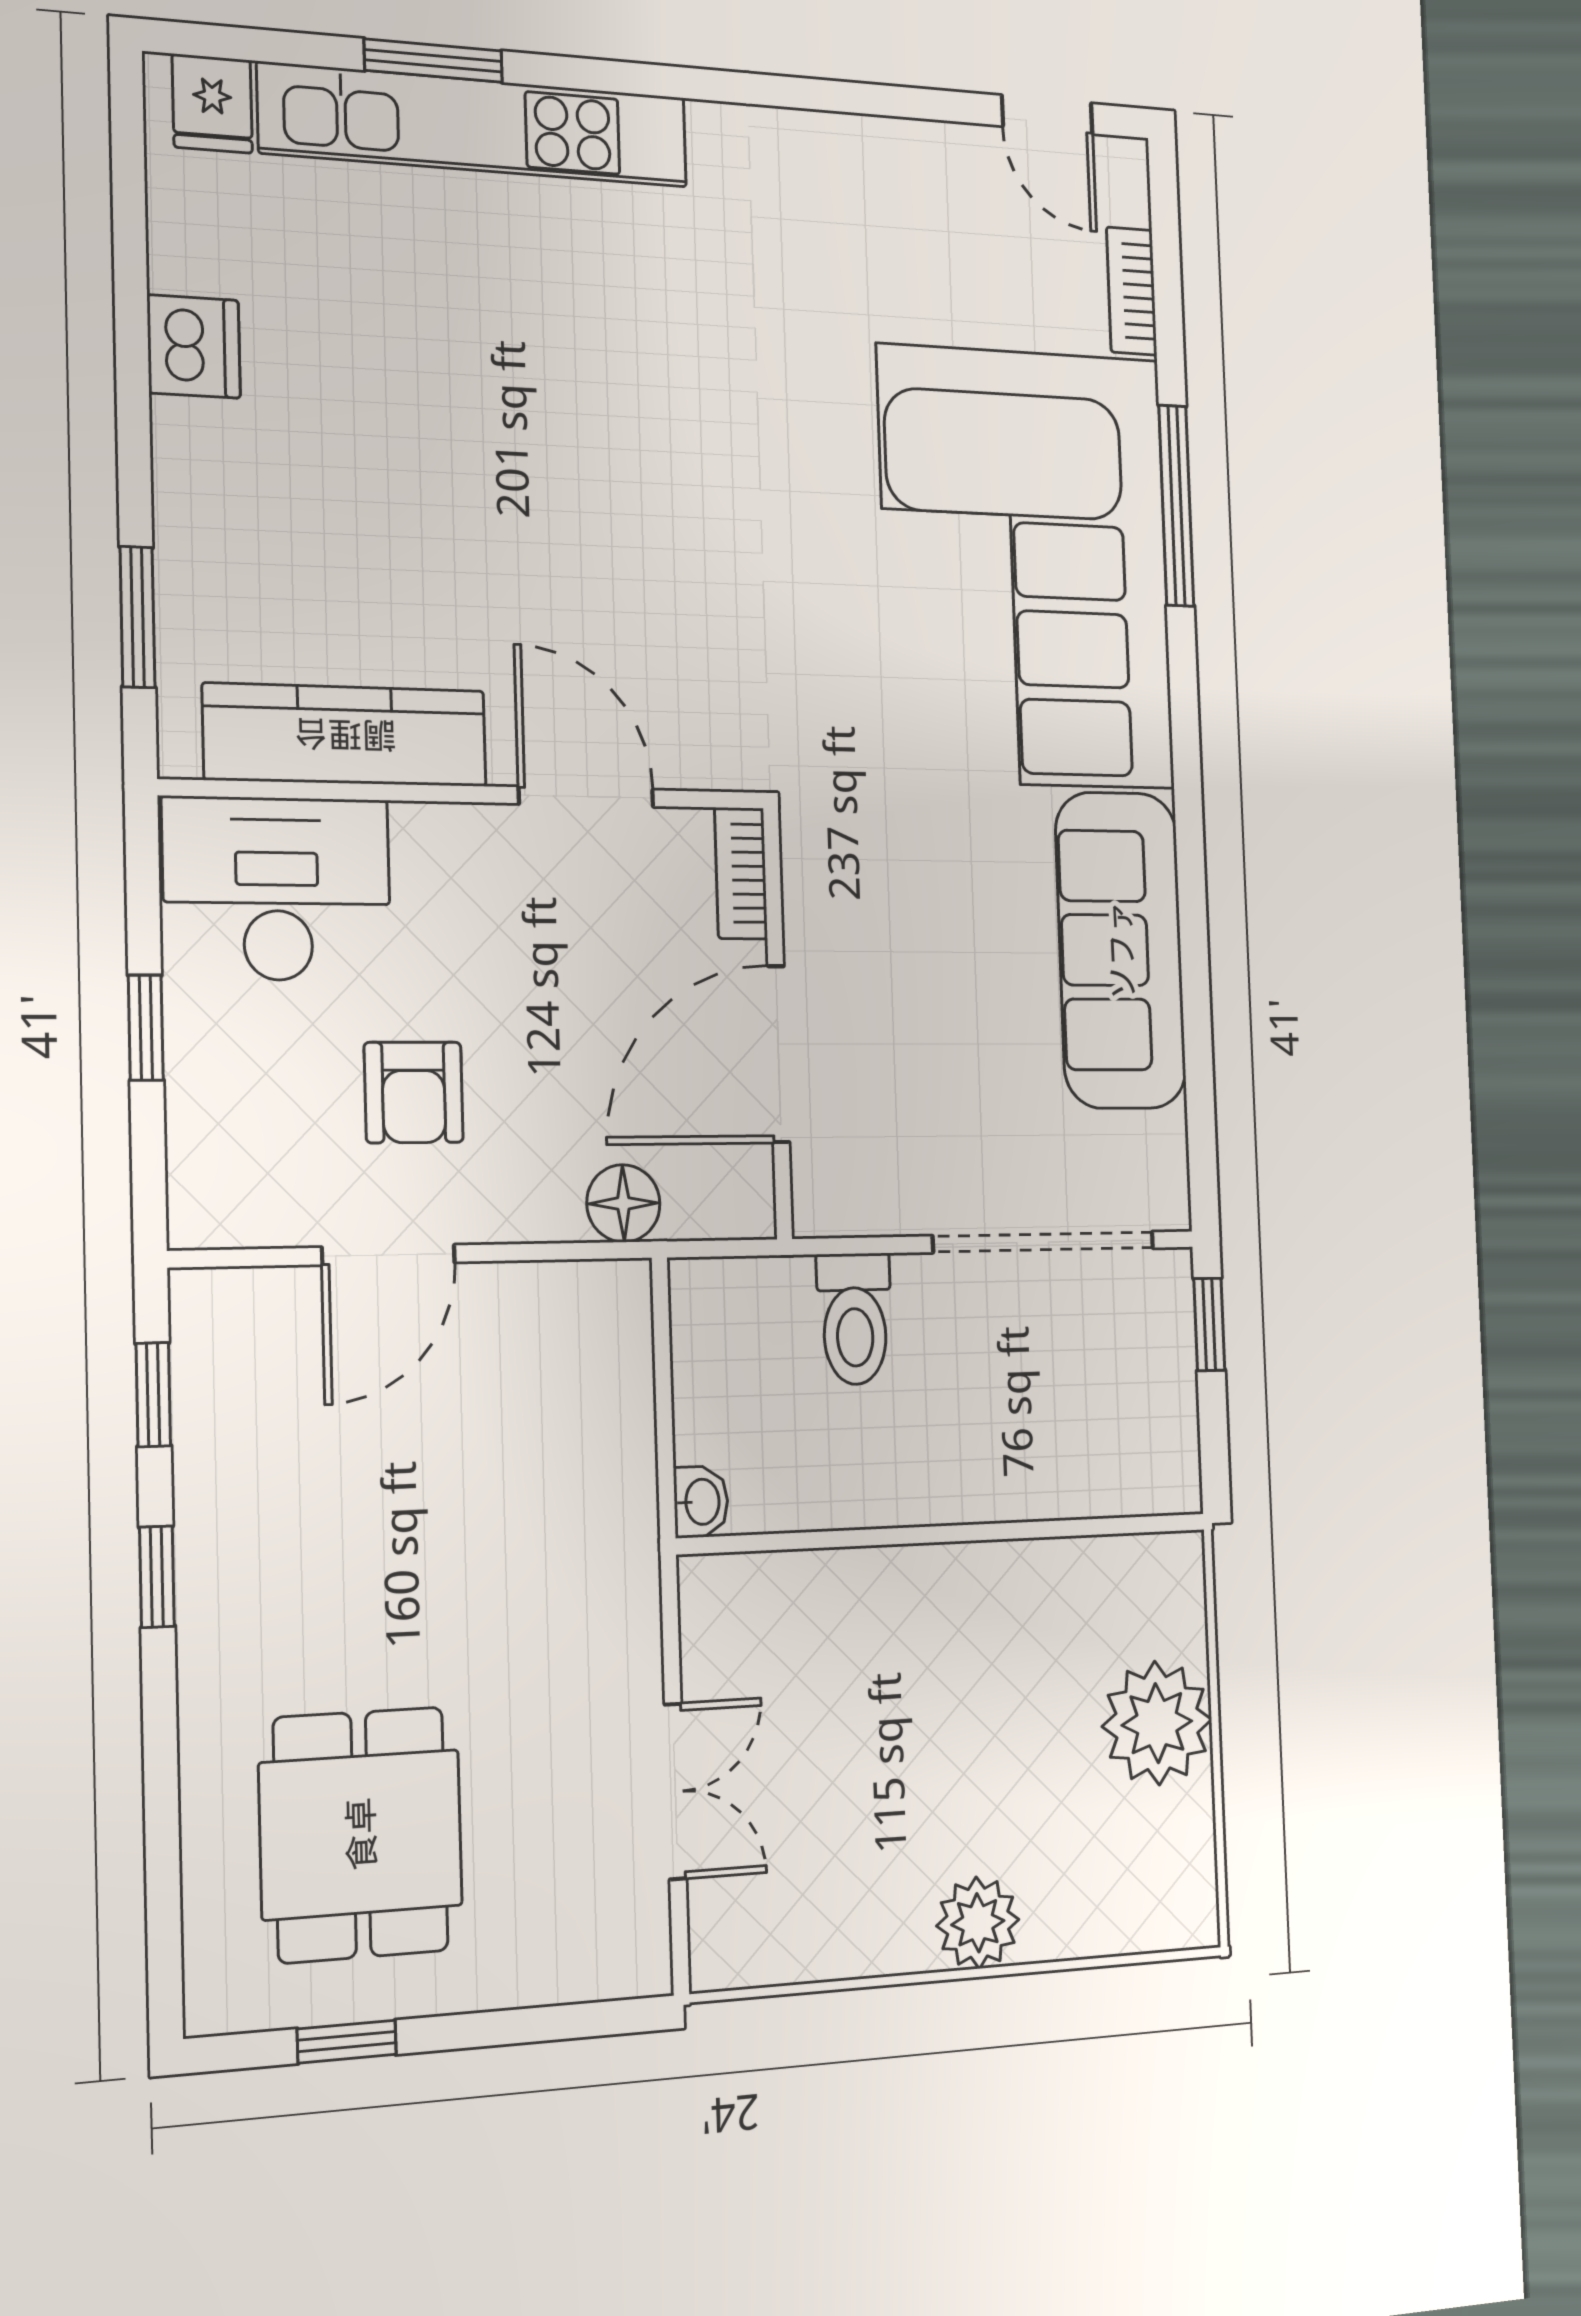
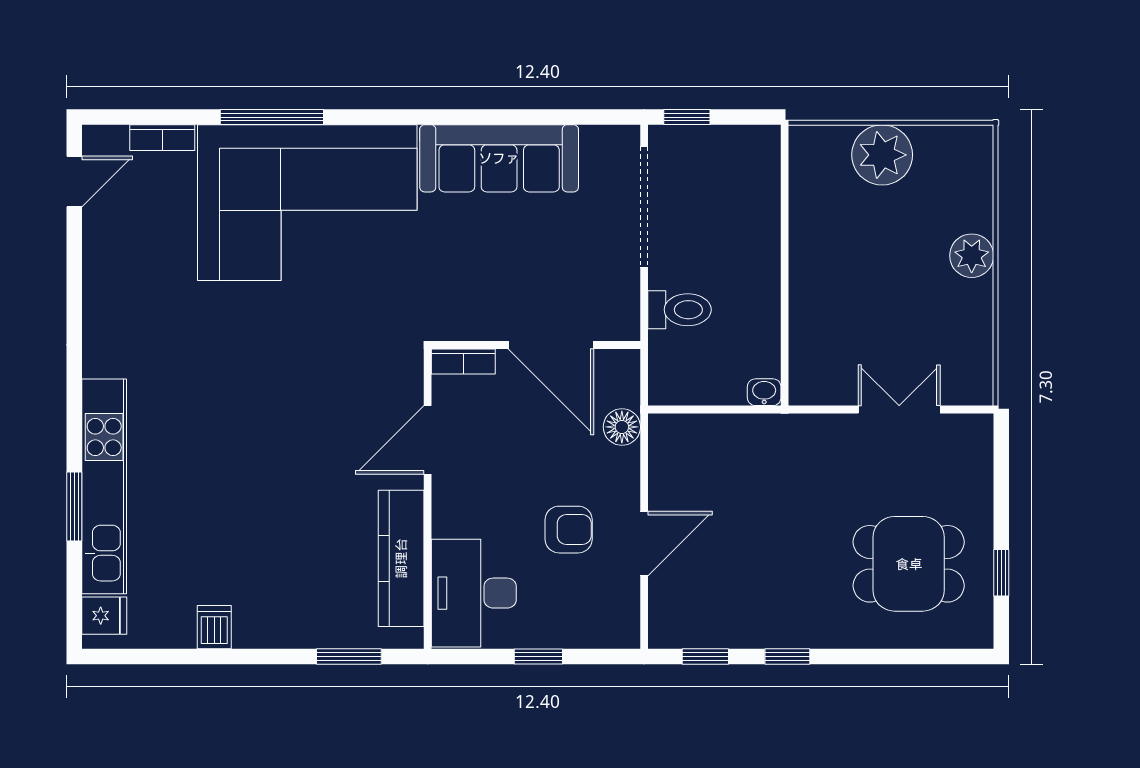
dishwasher: (194, 347) -> (214, 627), width x0.73
door: (389, 1255) -> (644, 544), hinge flipped

